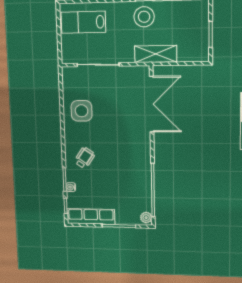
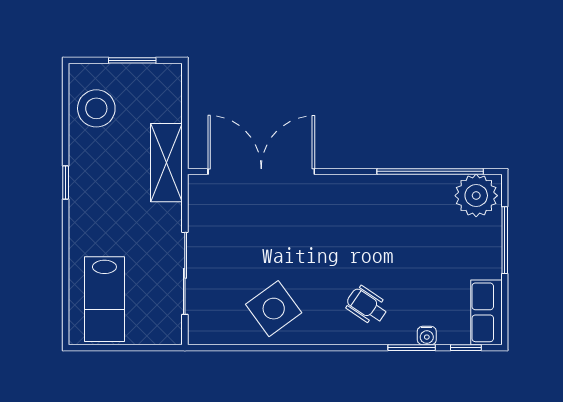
stool: (144, 17) -> (96, 108), moved
side table: (82, 111) -> (274, 309), turned -36
row of seats: (91, 216) -> (486, 312), width x0.68
plant: (146, 218) -> (476, 196), width x1.87, depth x1.87

